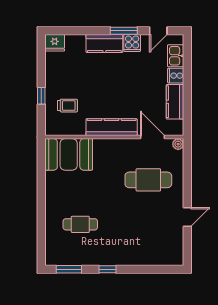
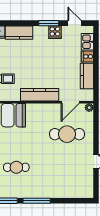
door: (158, 31) -> (74, 23), swing flipped
kitchen counter: (104, 44) -> (19, 33), moved
door: (152, 137) -> (70, 102), swing flipped
window: (108, 269) -> (37, 201), width x2.17

